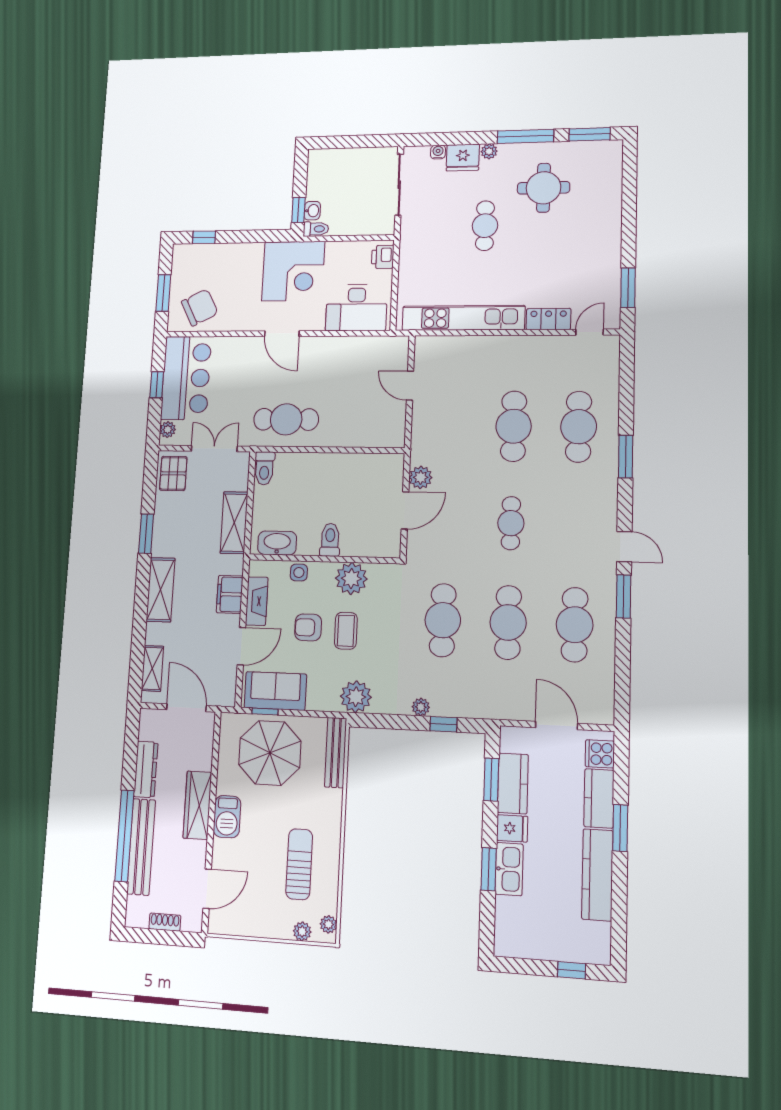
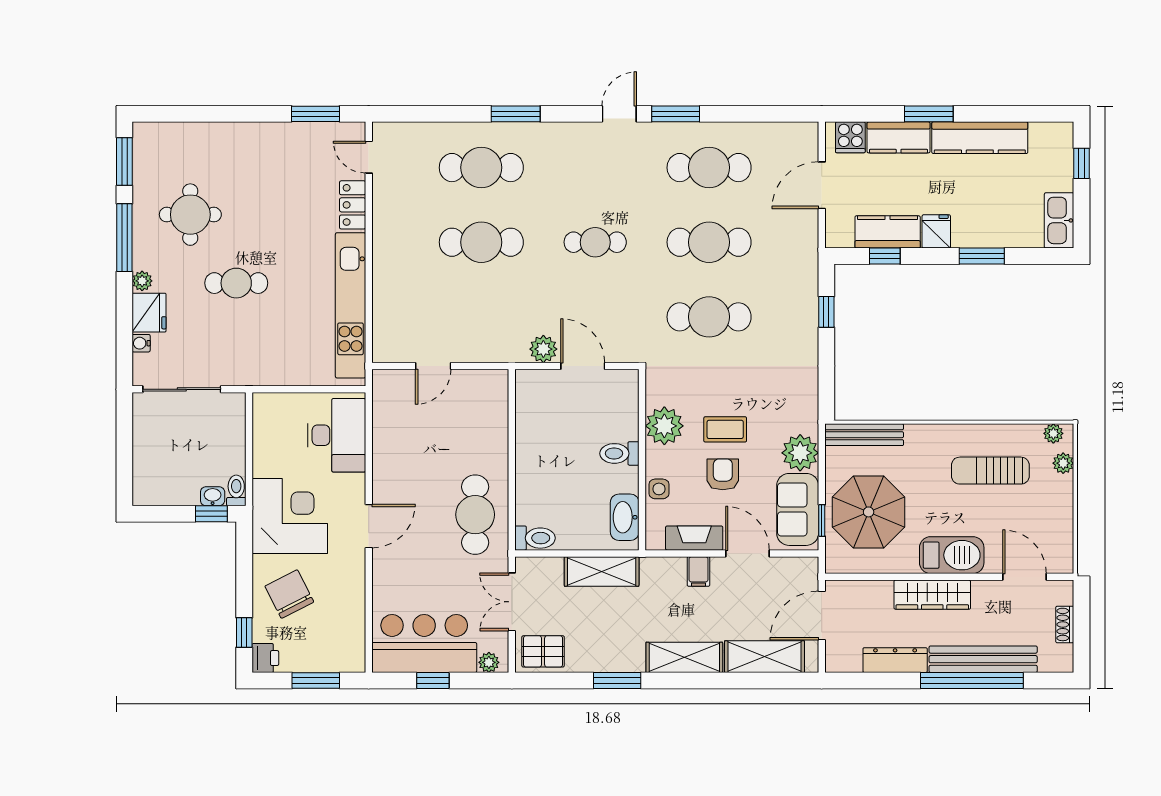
printer: (383, 257) -> (265, 658), moved, turned -90
chair: (200, 307) -> (289, 594), moved
filing cabinet: (230, 594) -> (699, 571), width x0.50
armchair: (308, 627) -> (723, 474), turned 180
shelving: (152, 668) -> (765, 657), width x1.50, depth x1.33
plant: (356, 697) -> (800, 453), moved
plant: (421, 707) -> (808, 338), removed
window: (491, 780) -> (885, 256), width x0.67
barbecue: (227, 817) -> (952, 555), width x1.37, depth x1.21
kitchen sink: (509, 869) -> (1059, 220), moved, turned -90

